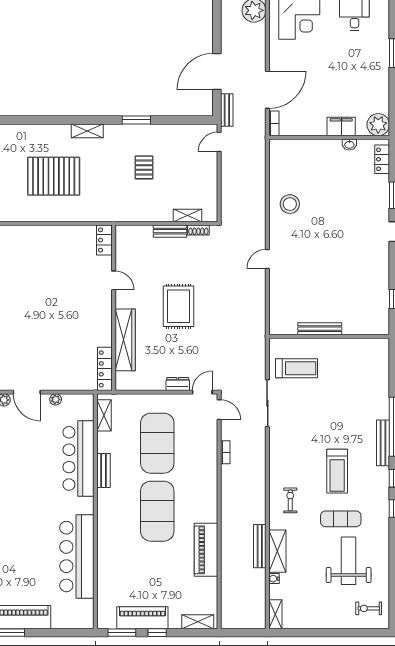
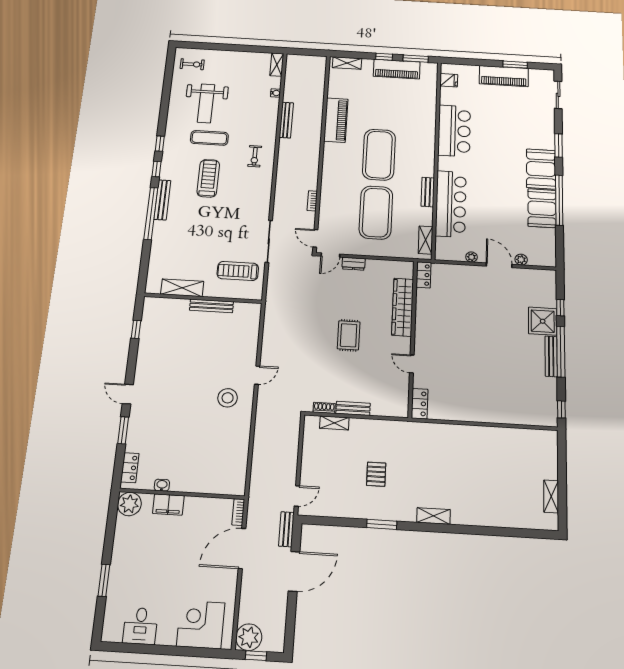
pallet: (54, 176) -> (469, 471), removed
stool: (290, 204) -> (228, 398), moved
rug: (179, 306) -> (349, 335), width x0.73, depth x0.70
locker: (105, 369) -> (424, 275), width x0.66
shelving: (277, 551) -> (182, 288), moved, turned 90
bar counter: (77, 557) -> (454, 131), width x0.73
fridge: (84, 608) -> (449, 80), added

